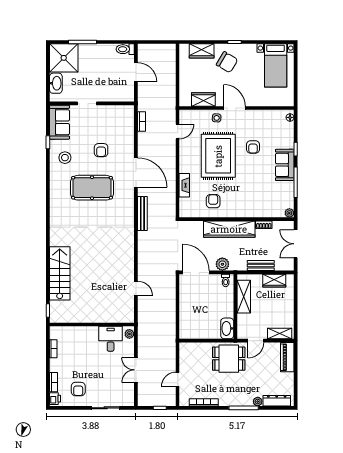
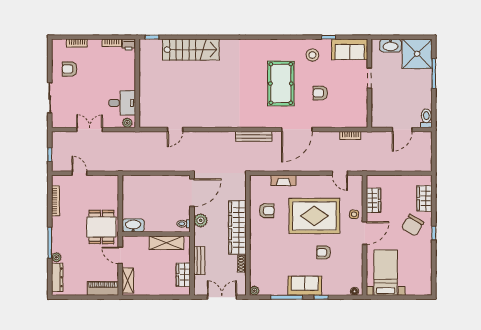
bed with nightstands: (276, 65) -> (386, 273), moved, turned 90
printer: (55, 399) -> (129, 45), moved

